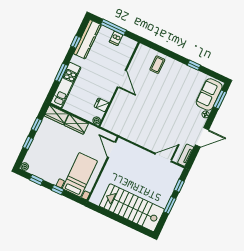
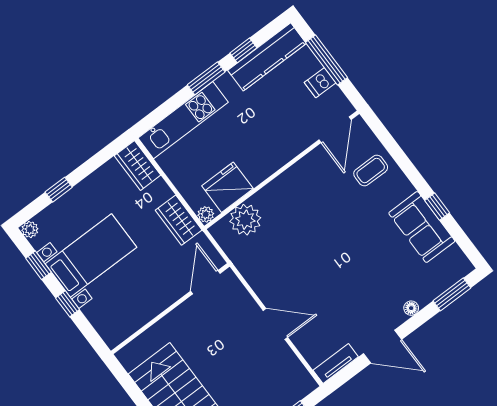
window: (61, 73) -> (206, 78), moved
door: (122, 79) -> (335, 130), moved
sofa: (209, 94) -> (422, 227), moved, turned -90
fridge: (102, 105) -> (227, 187), width x1.88, depth x1.34
plant: (115, 114) -> (245, 220), added
wardrobe: (76, 124) -> (179, 220), moved
window: (37, 125) -> (92, 165), removed
door: (163, 157) -> (275, 324), moved
bed with nightstands: (80, 175) -> (91, 255), moved

